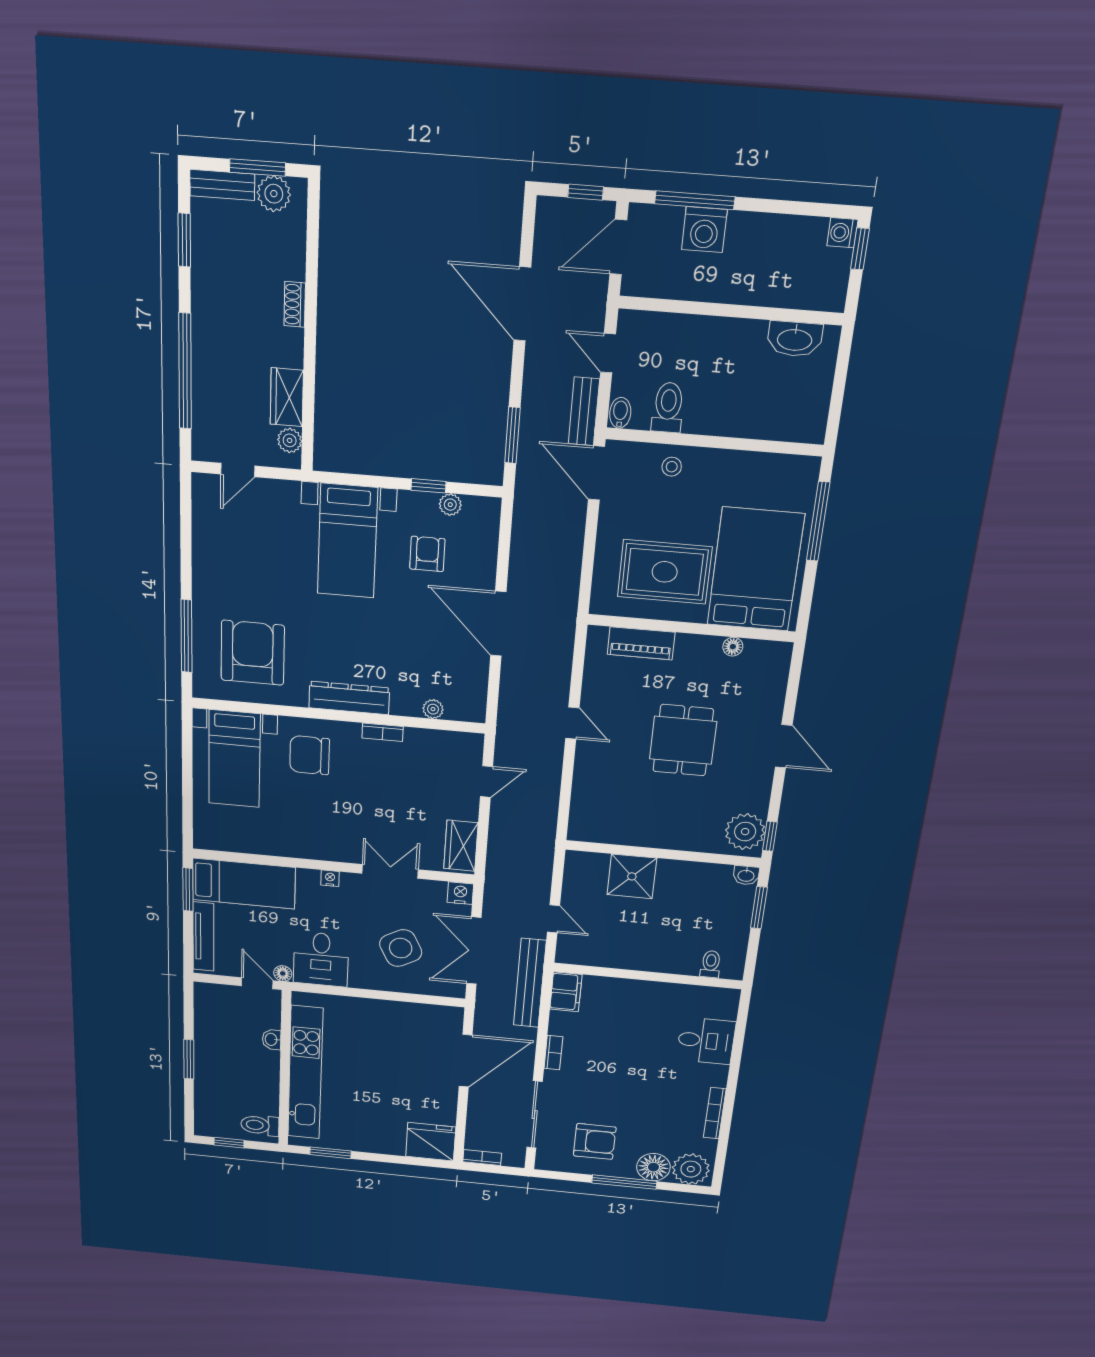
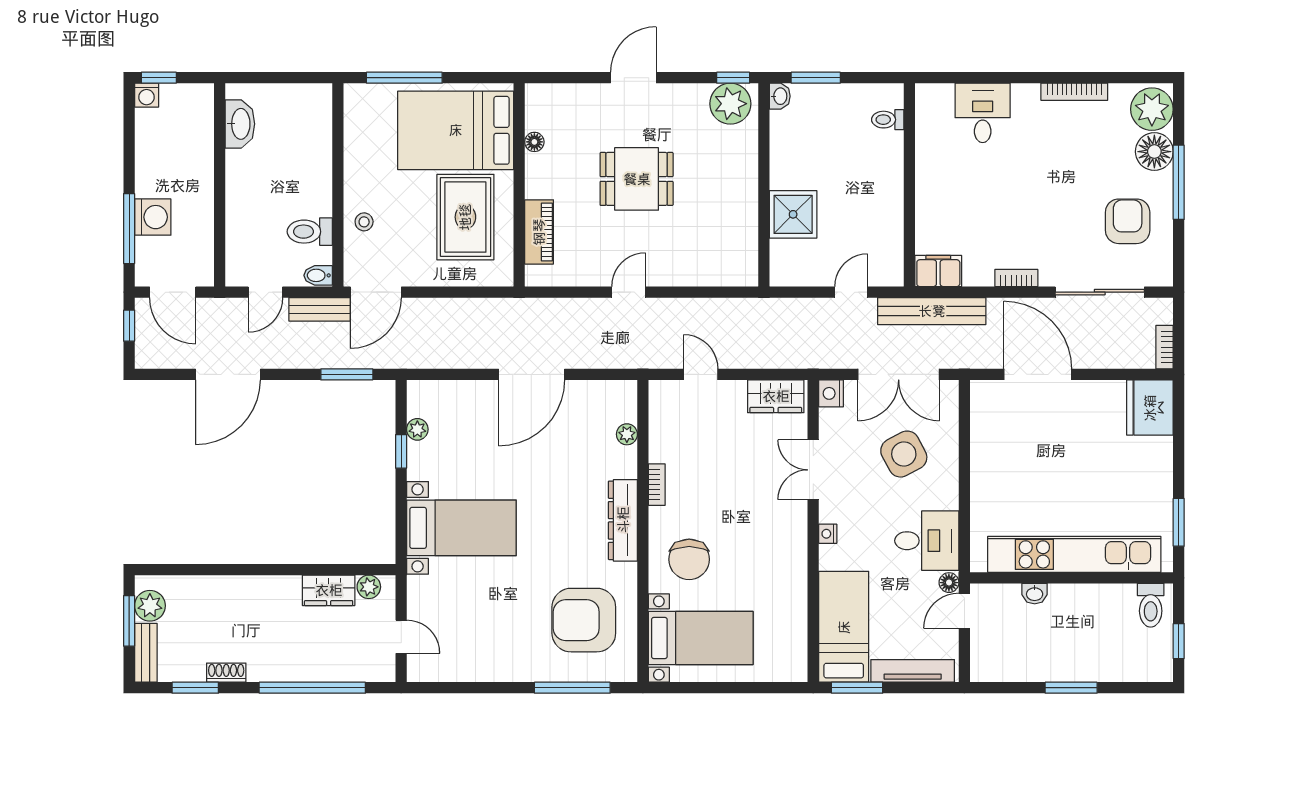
shoe rack: (295, 304) -> (226, 673), moved, turned 180
armchair: (427, 554) -> (467, 449), removed

